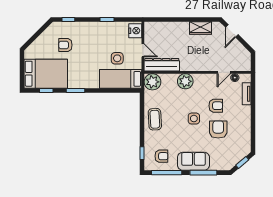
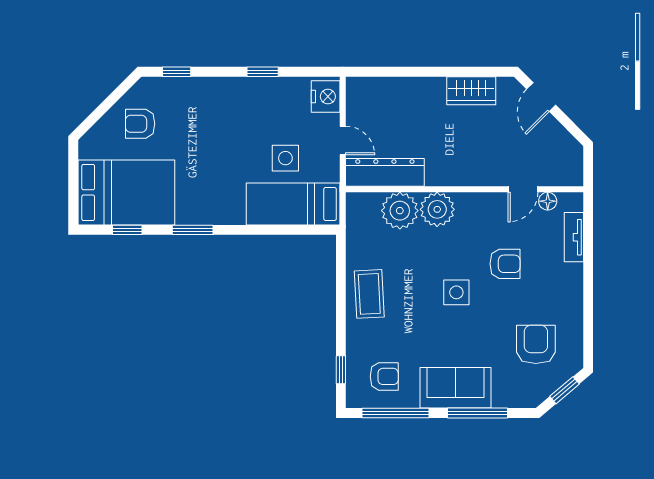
armchair: (65, 45) -> (140, 124), moved
plant: (152, 82) -> (400, 211), moved
armchair: (218, 129) -> (536, 344), moved

